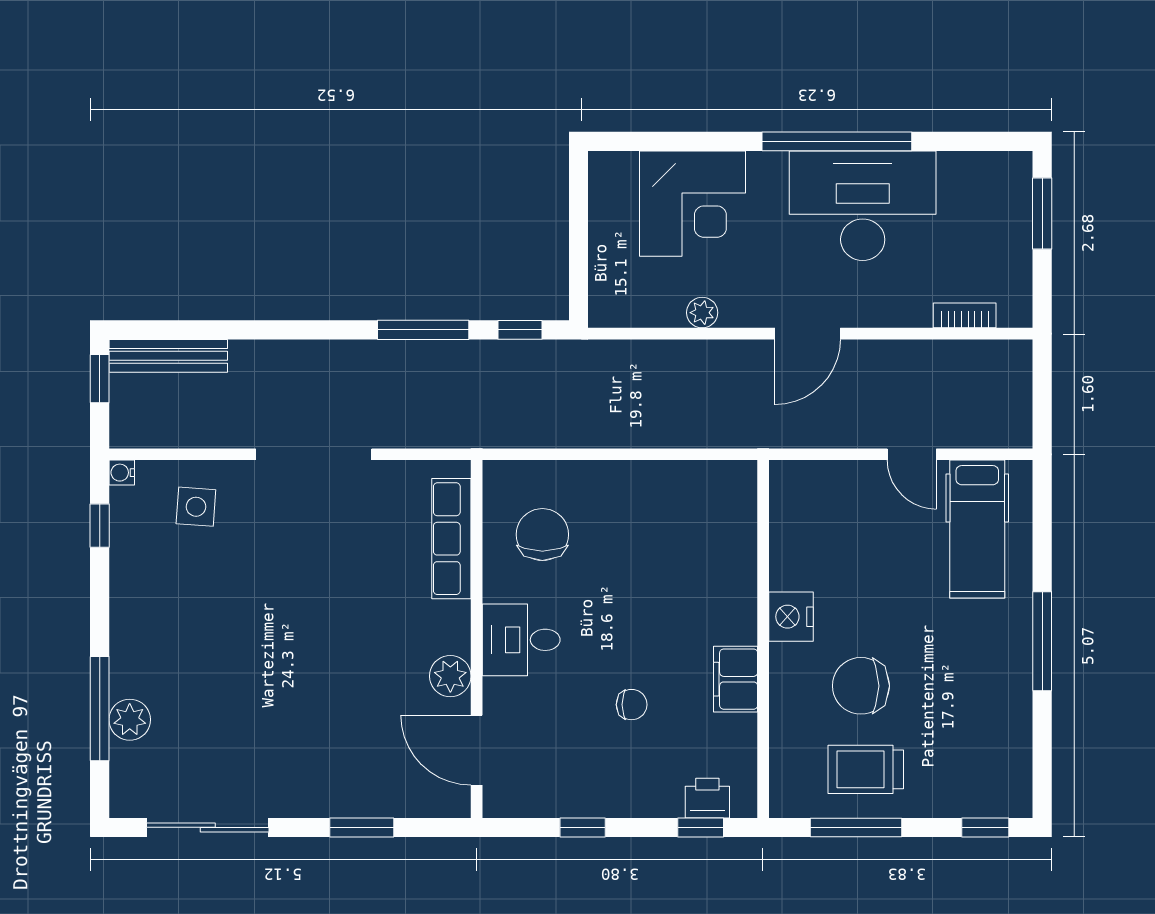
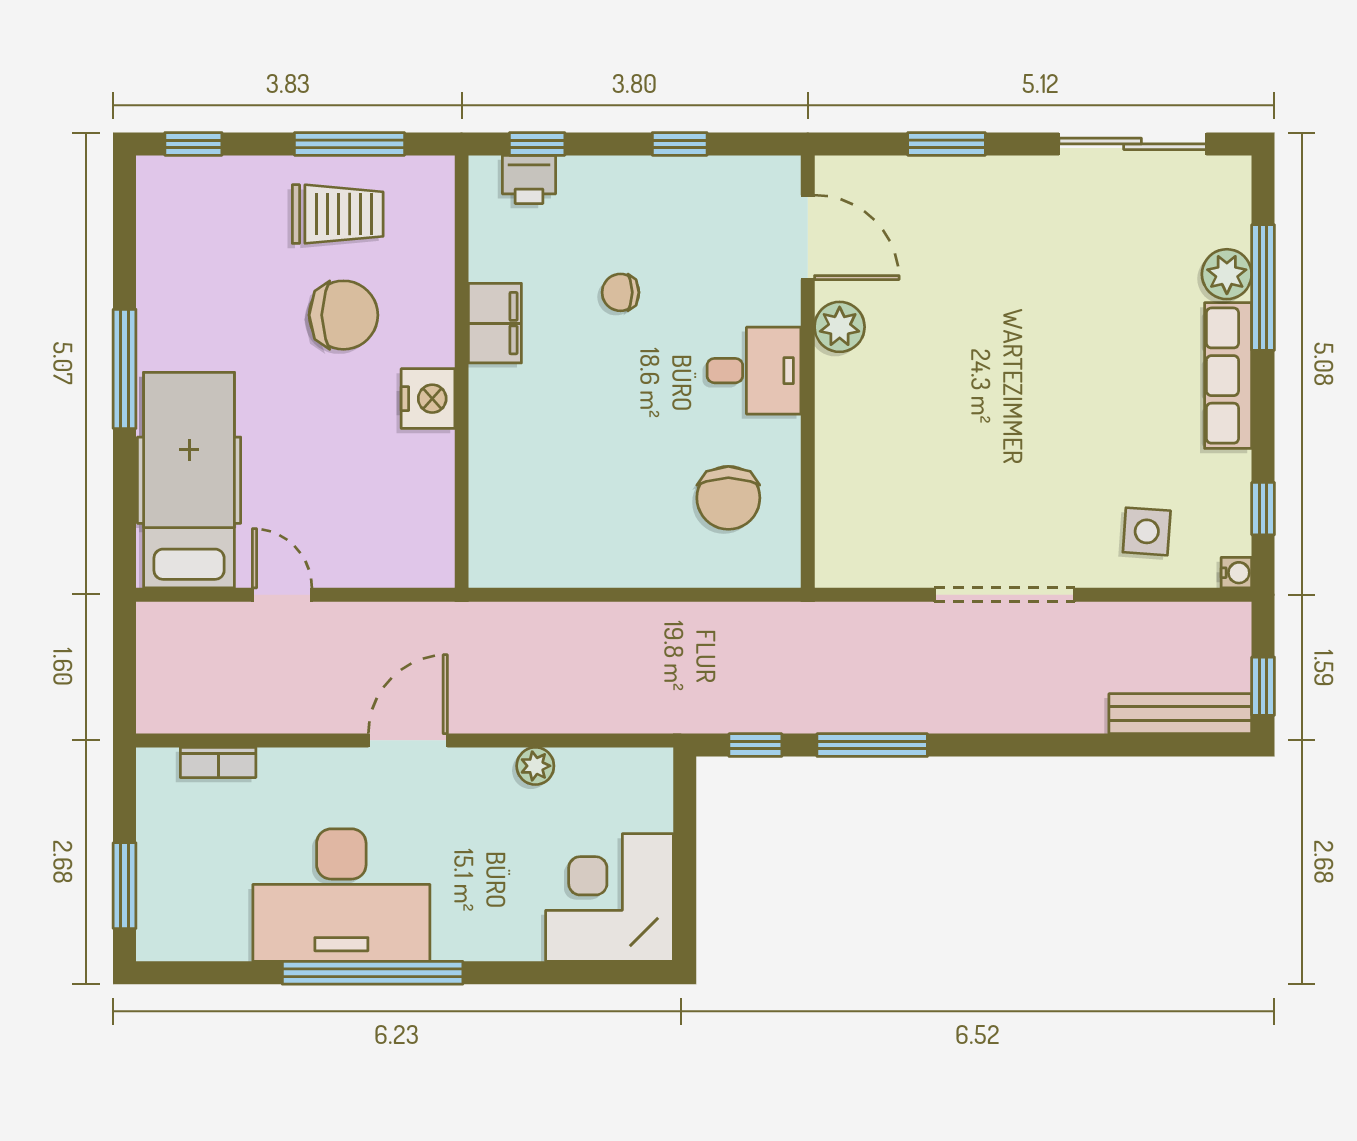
corner desk: (692, 204) -> (610, 898), moved
hospital bed: (977, 529) -> (189, 480), width x1.37, depth x1.29
row of seats: (451, 539) -> (1228, 376), moved, turned 180

